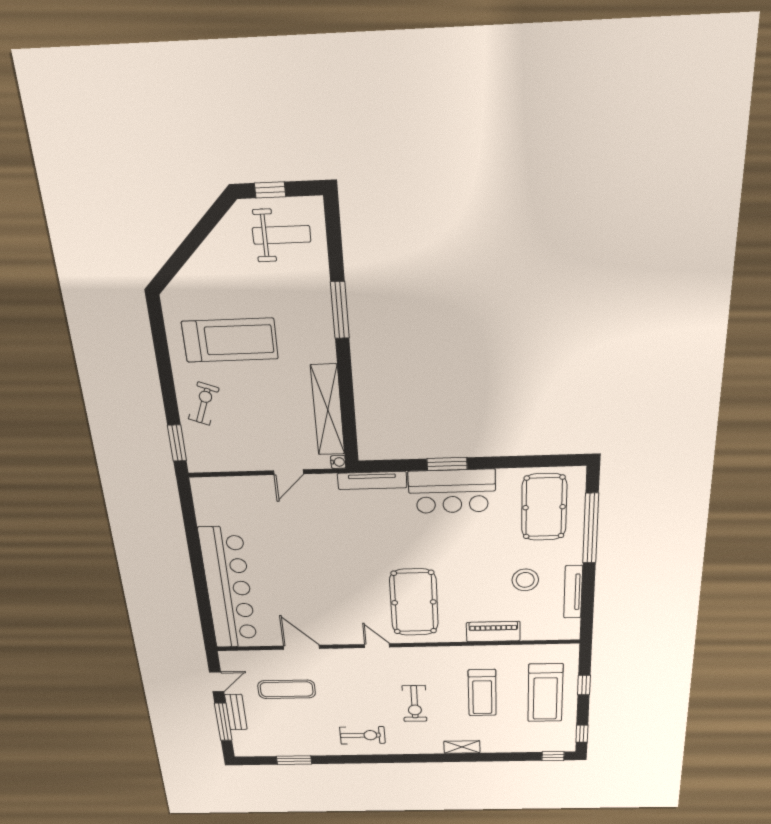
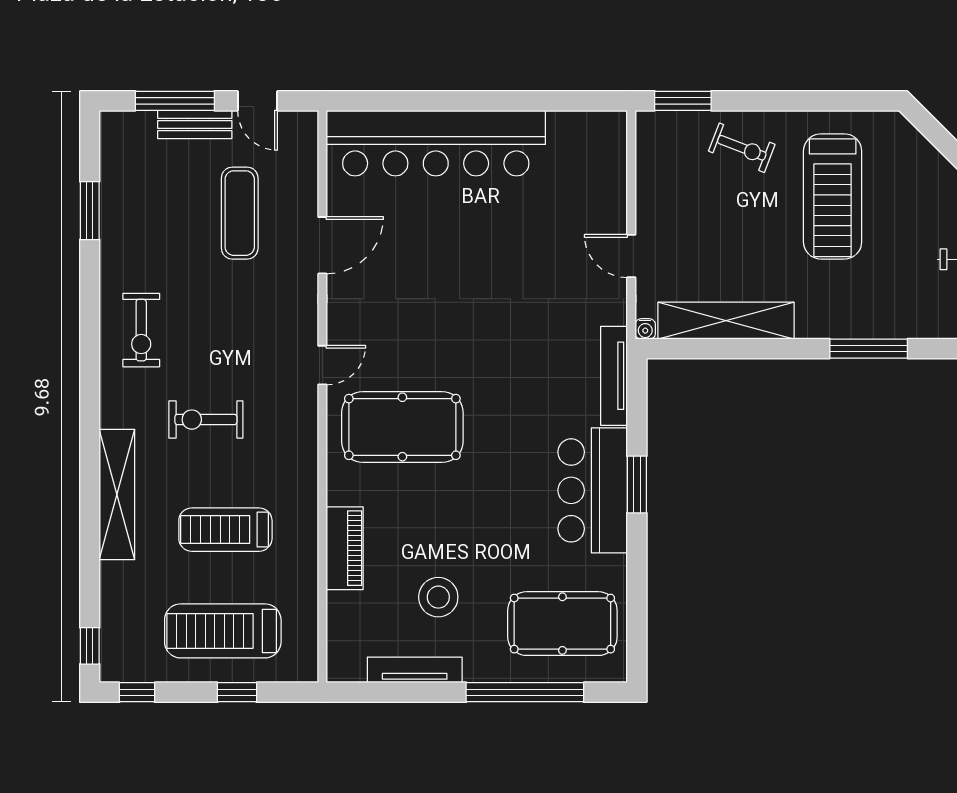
shelving: (462, 747) -> (117, 495), width x2.20, depth x1.33

